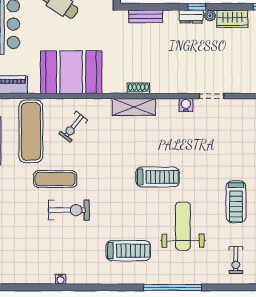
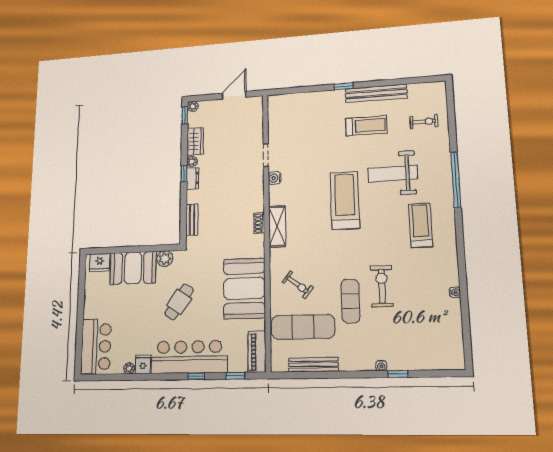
treadmill: (158, 177) -> (345, 200), width x1.37, depth x1.38

